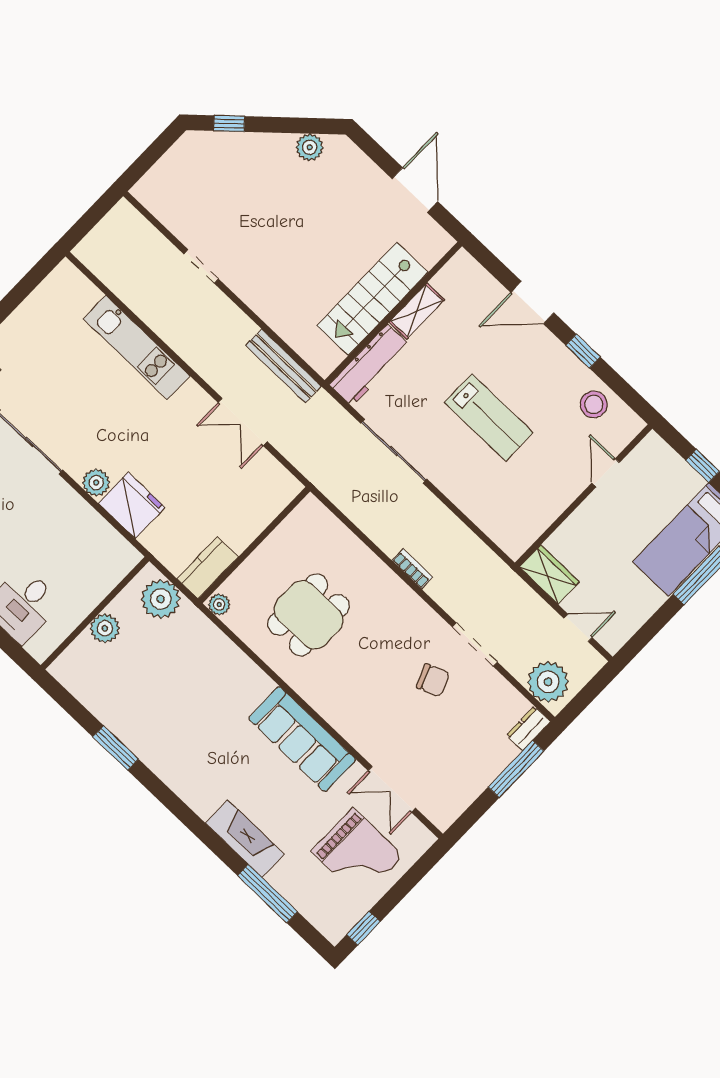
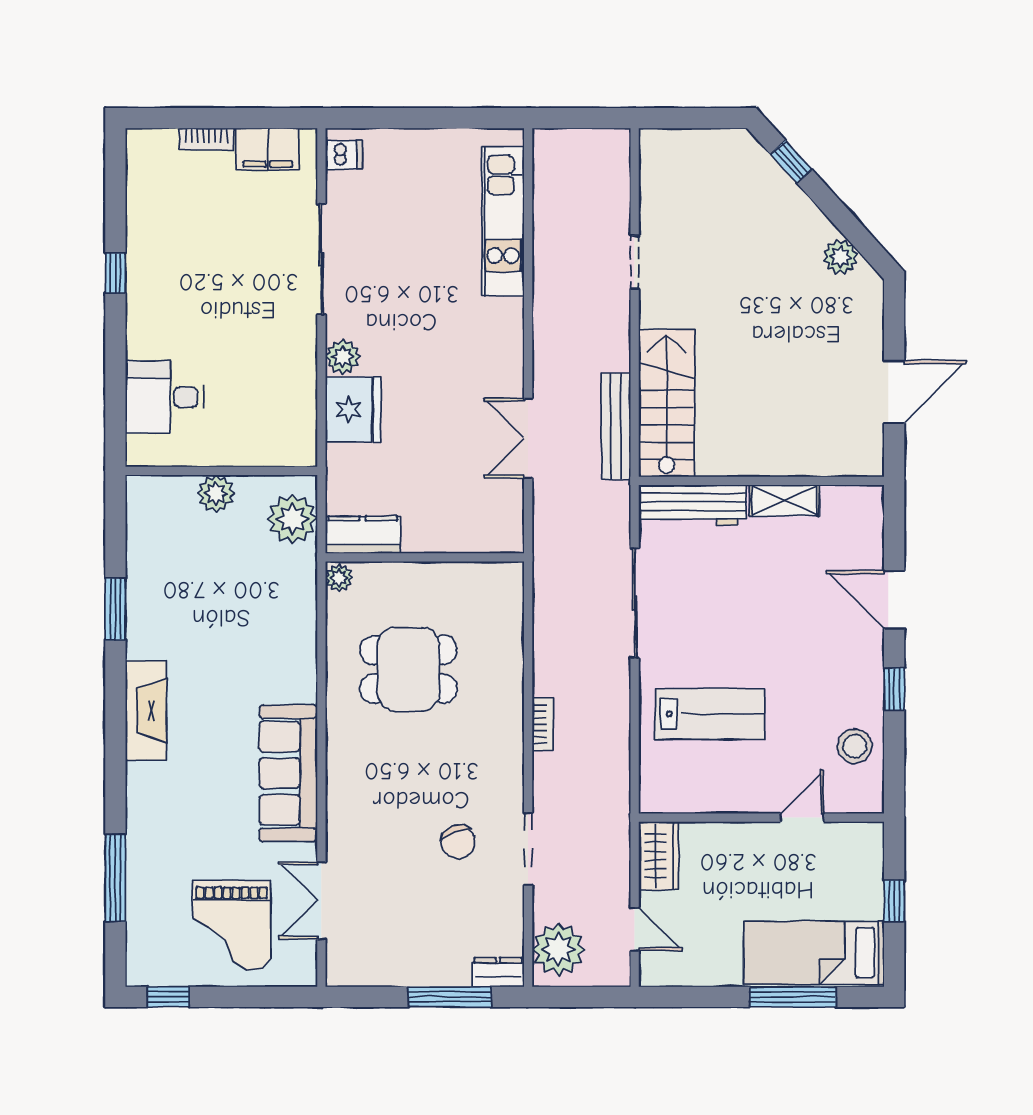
stairs: (372, 299) -> (667, 403), moved, turned 90
kitchen unit: (137, 347) -> (503, 221), moved
lab bench: (489, 418) -> (710, 714), moved, turned -90
fireplace: (245, 839) -> (146, 711), moved

